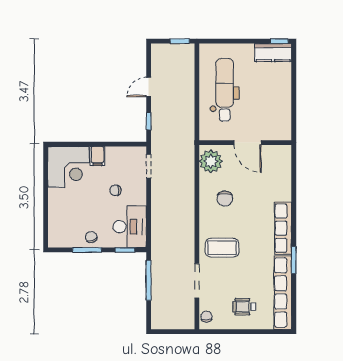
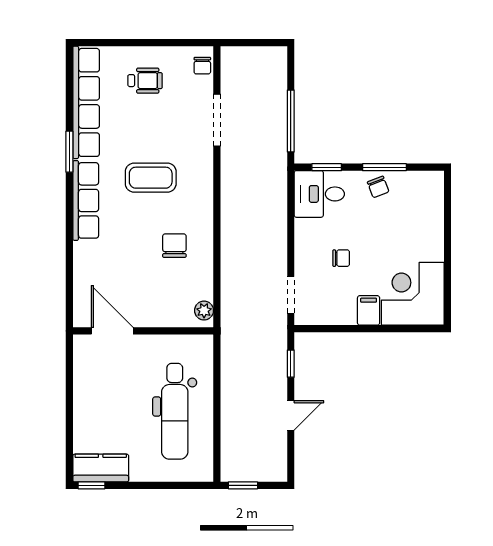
door: (247, 143) -> (112, 331), moved
plant: (211, 161) -> (204, 311), width x0.53, depth x0.53
desk: (130, 227) -> (319, 194), width x0.73
coffee table: (222, 248) -> (151, 178), moved

